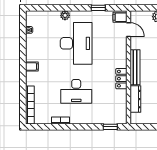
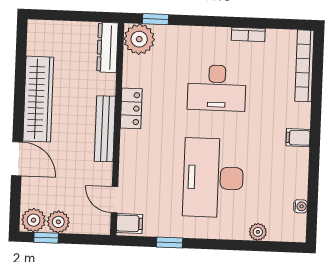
plant: (65, 15) -> (258, 232), moved
desk: (76, 91) -> (217, 88), turned 180
dresser: (135, 99) -> (107, 47), moved
plant: (119, 116) -> (139, 39), added

